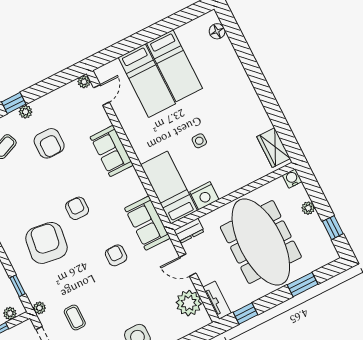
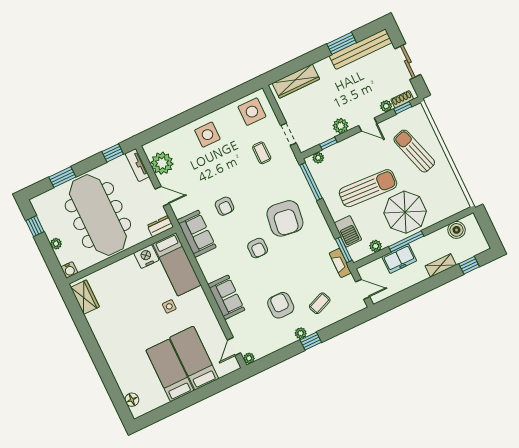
side table: (199, 141) -> (169, 306), moved
window: (18, 286) -> (311, 182), width x2.17
plant: (39, 308) -> (292, 162), removed

